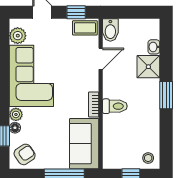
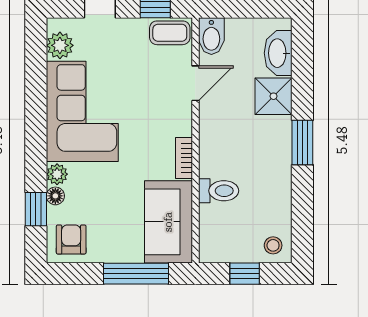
washbasin: (154, 47) -> (278, 53), width x1.91, depth x1.45
toilet: (115, 106) -> (219, 191), moved
armchair: (25, 154) -> (71, 240), turned -56

